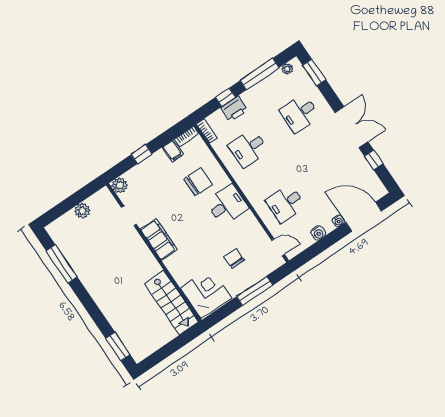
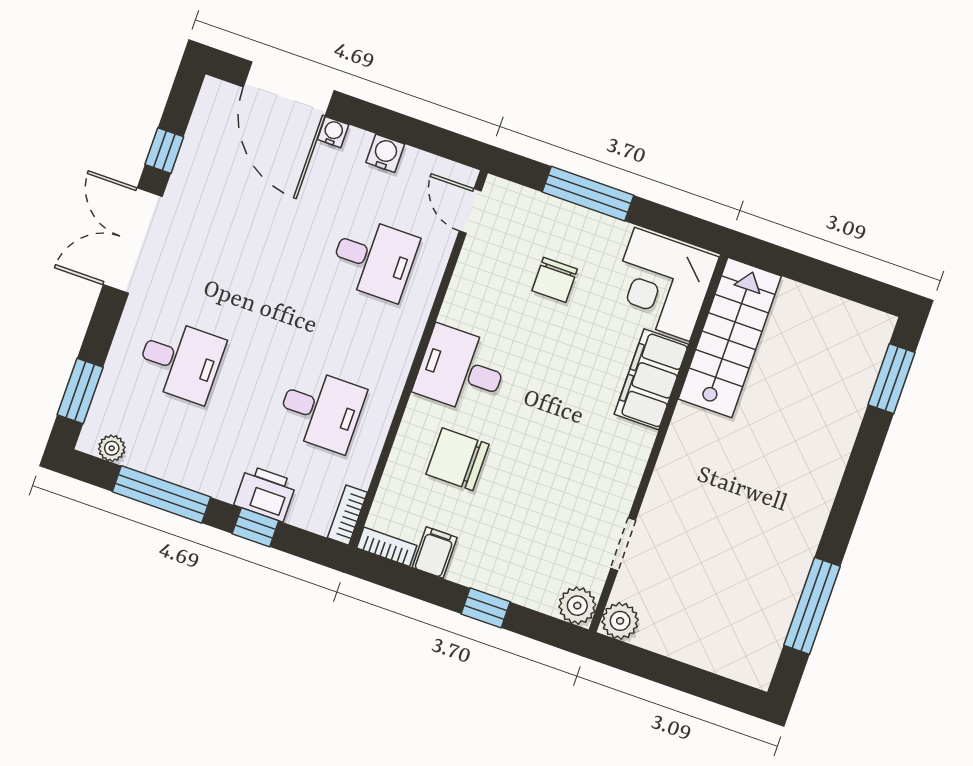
plant: (82, 211) -> (620, 621), moved
filing cabinet: (159, 239) -> (651, 379), moved

